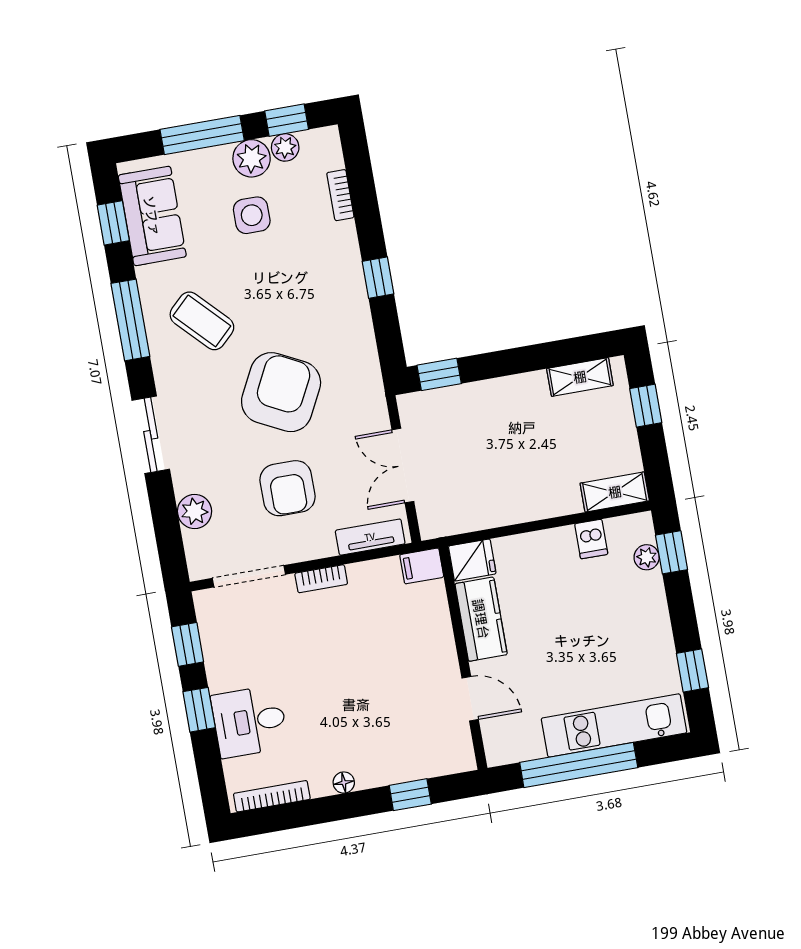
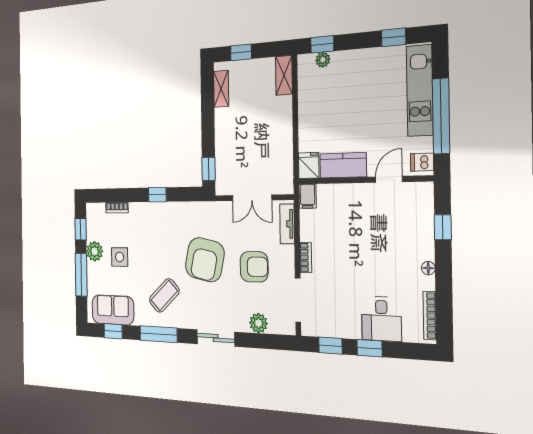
plant: (285, 147) -> (92, 233), removed
armchair: (281, 392) -> (205, 260), turned -105
dishwasher: (591, 539) -> (422, 162), moved, turned 180

